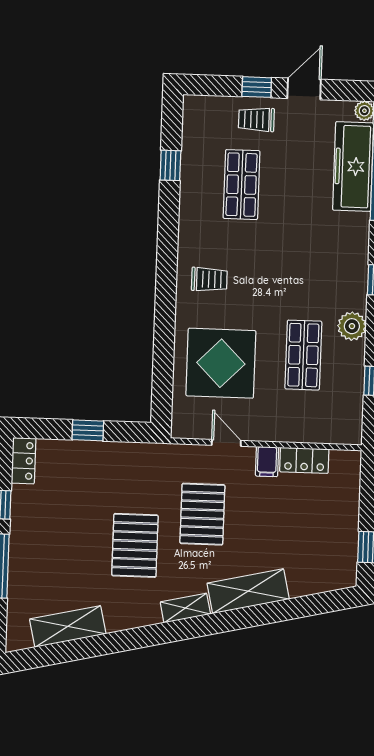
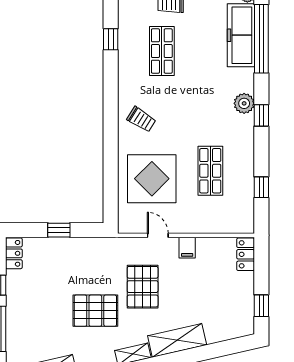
trolley: (209, 279) -> (141, 119), turned 32
plant: (352, 326) -> (244, 103), moved
locker: (304, 460) -> (246, 254), moved, turned 90
pallet: (135, 545) -> (95, 311), turned 90

